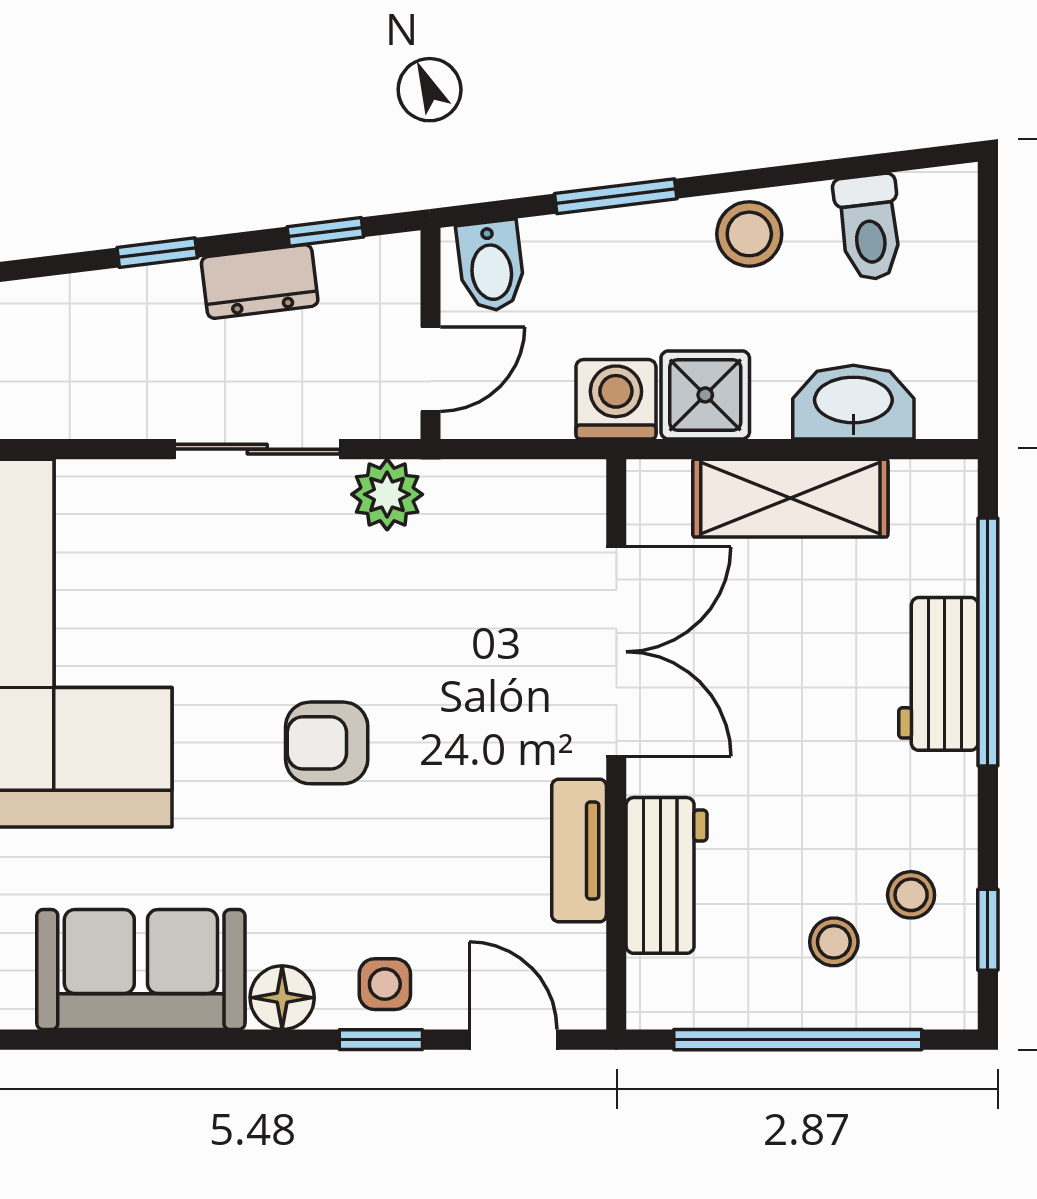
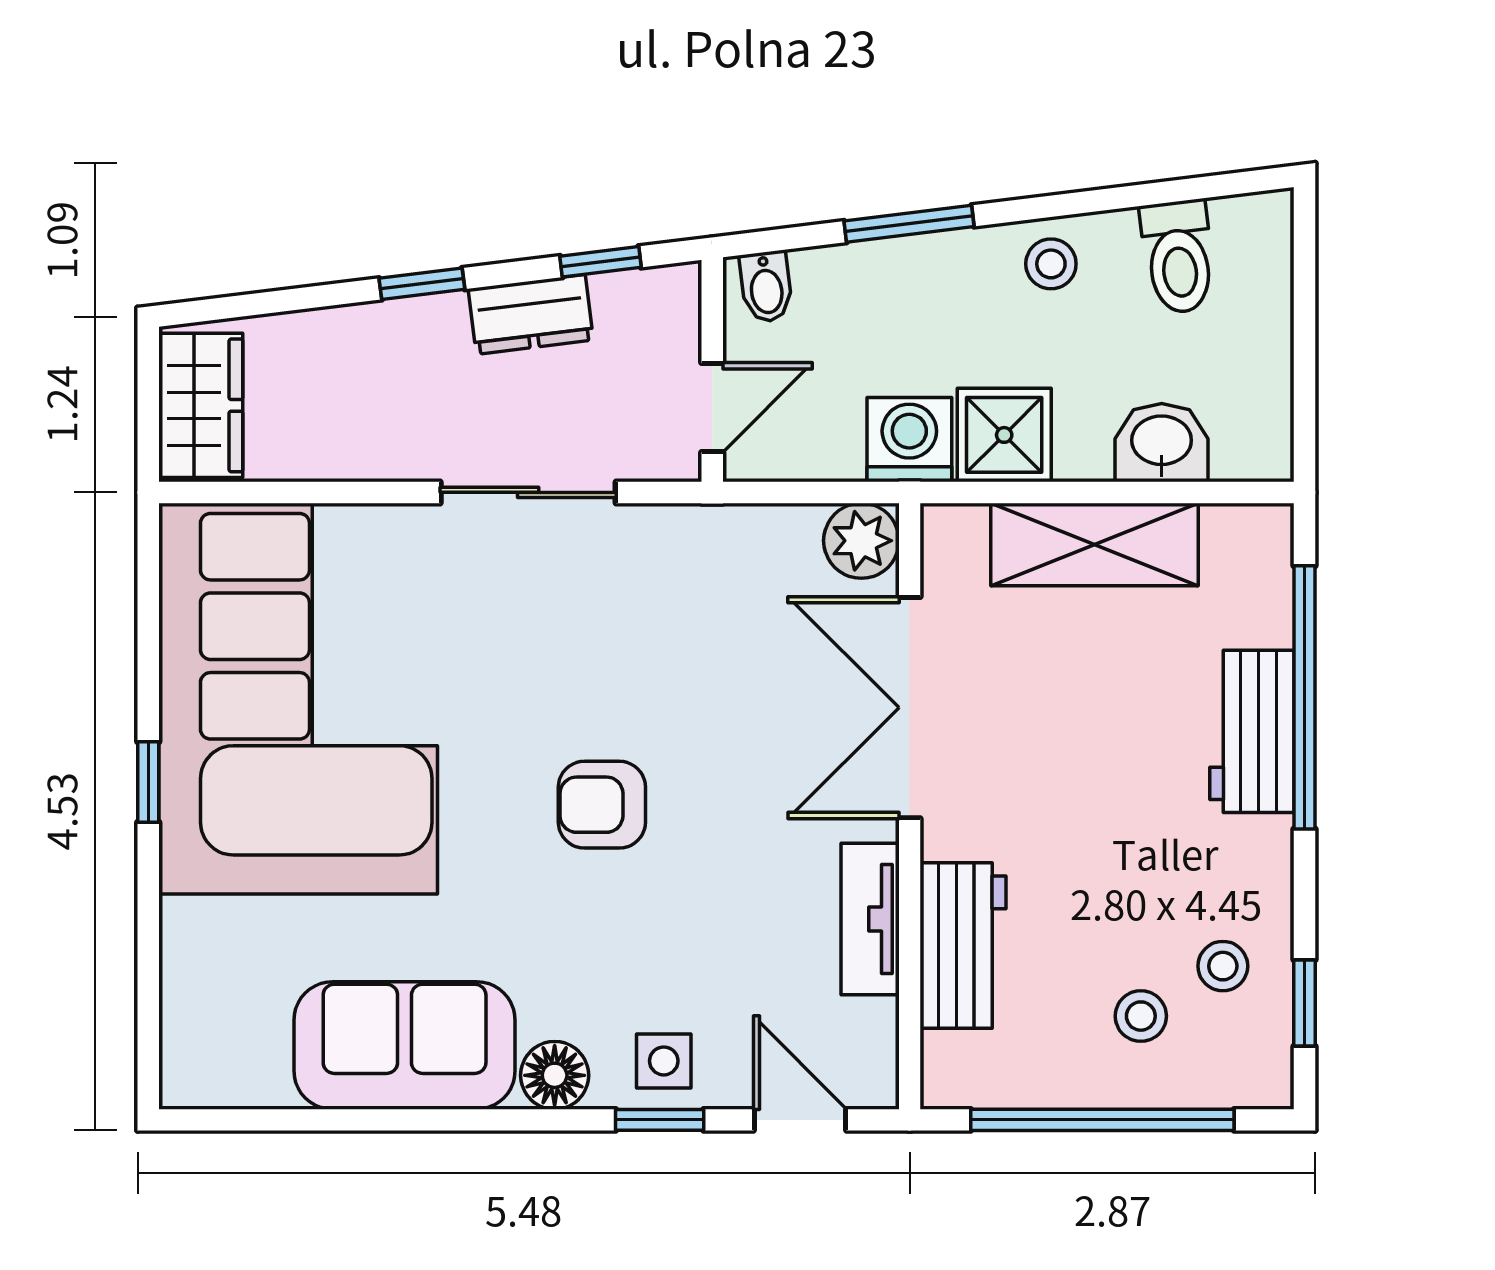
stool: (749, 234) -> (1051, 264), width x0.73, depth x0.73
bidet: (491, 266) -> (766, 287), width x0.72, depth x0.74
washbasin: (853, 402) -> (1162, 443), width x0.72
plant: (387, 494) -> (861, 541), moved
double door: (616, 652) -> (910, 708), swing flipped

